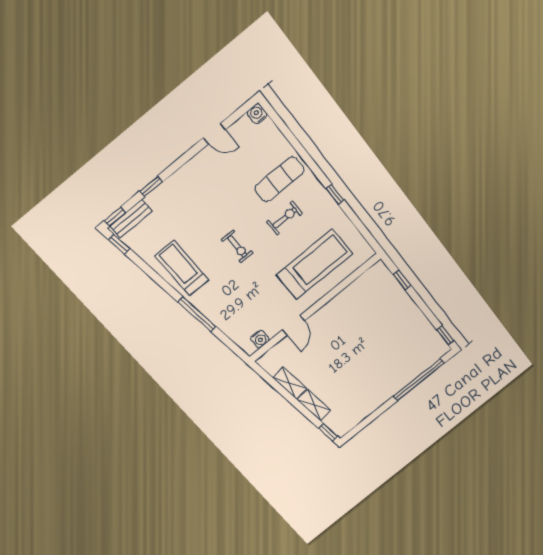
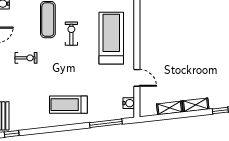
exercise bike: (237, 246) -> (26, 58), moved
treadmill: (182, 268) -> (68, 105), moved
window: (197, 314) -> (106, 123), moved

